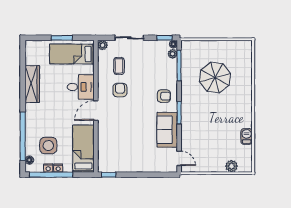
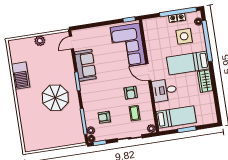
parasol: (215, 78) -> (55, 98), moved
wardrobe: (32, 84) -> (205, 81), width x0.67
armchair: (164, 96) -> (104, 117), moved
door: (96, 111) -> (148, 72), swing flipped
barbecue: (247, 136) -> (21, 76), width x1.88, depth x1.53
corner sofa: (115, 145) -> (128, 46), added
bed: (83, 149) -> (188, 63), moved, turned 90
door: (179, 158) -> (72, 43), hinge flipped
plant: (232, 166) -> (40, 41), moved

